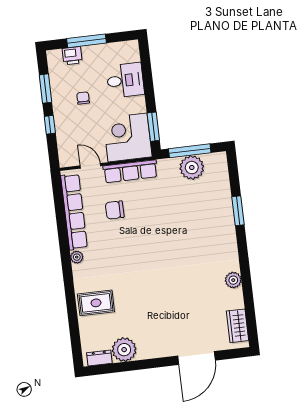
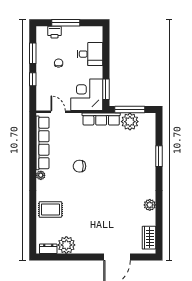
row of seats: (130, 171) -> (101, 119), moved
chair: (115, 210) -> (79, 166), moved

